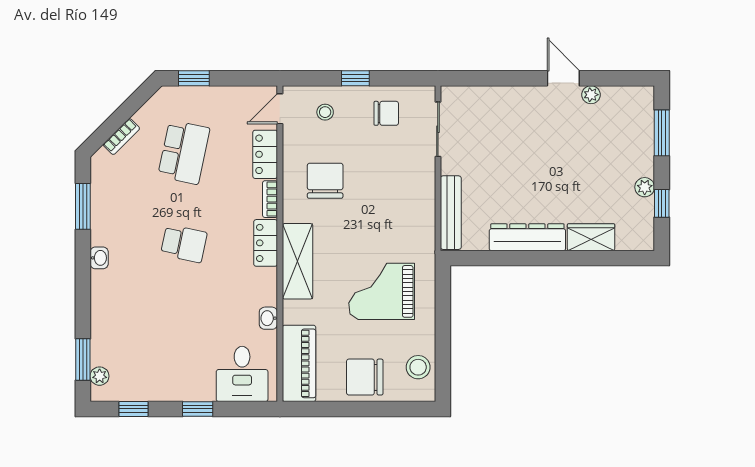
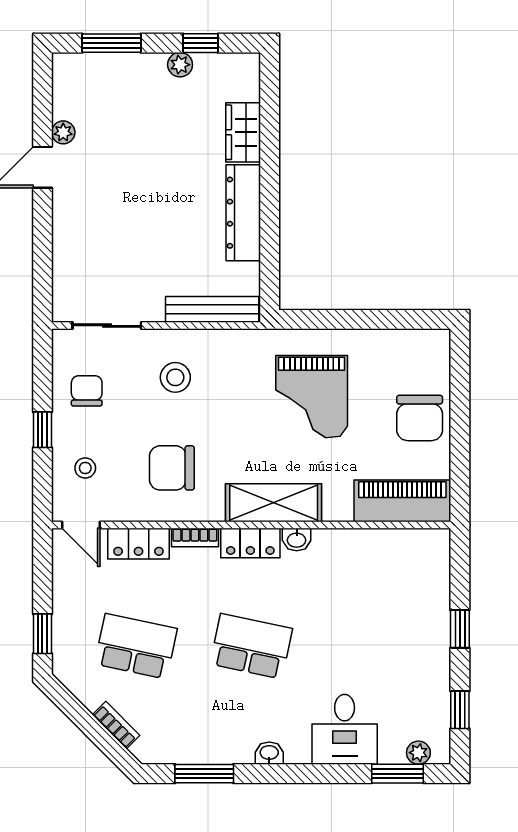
school desk: (184, 244) -> (251, 646), width x1.85
washbasin: (268, 318) -> (297, 540), moved
stool: (418, 367) -> (175, 377), moved
desk: (242, 374) -> (345, 729), moved, turned 90

